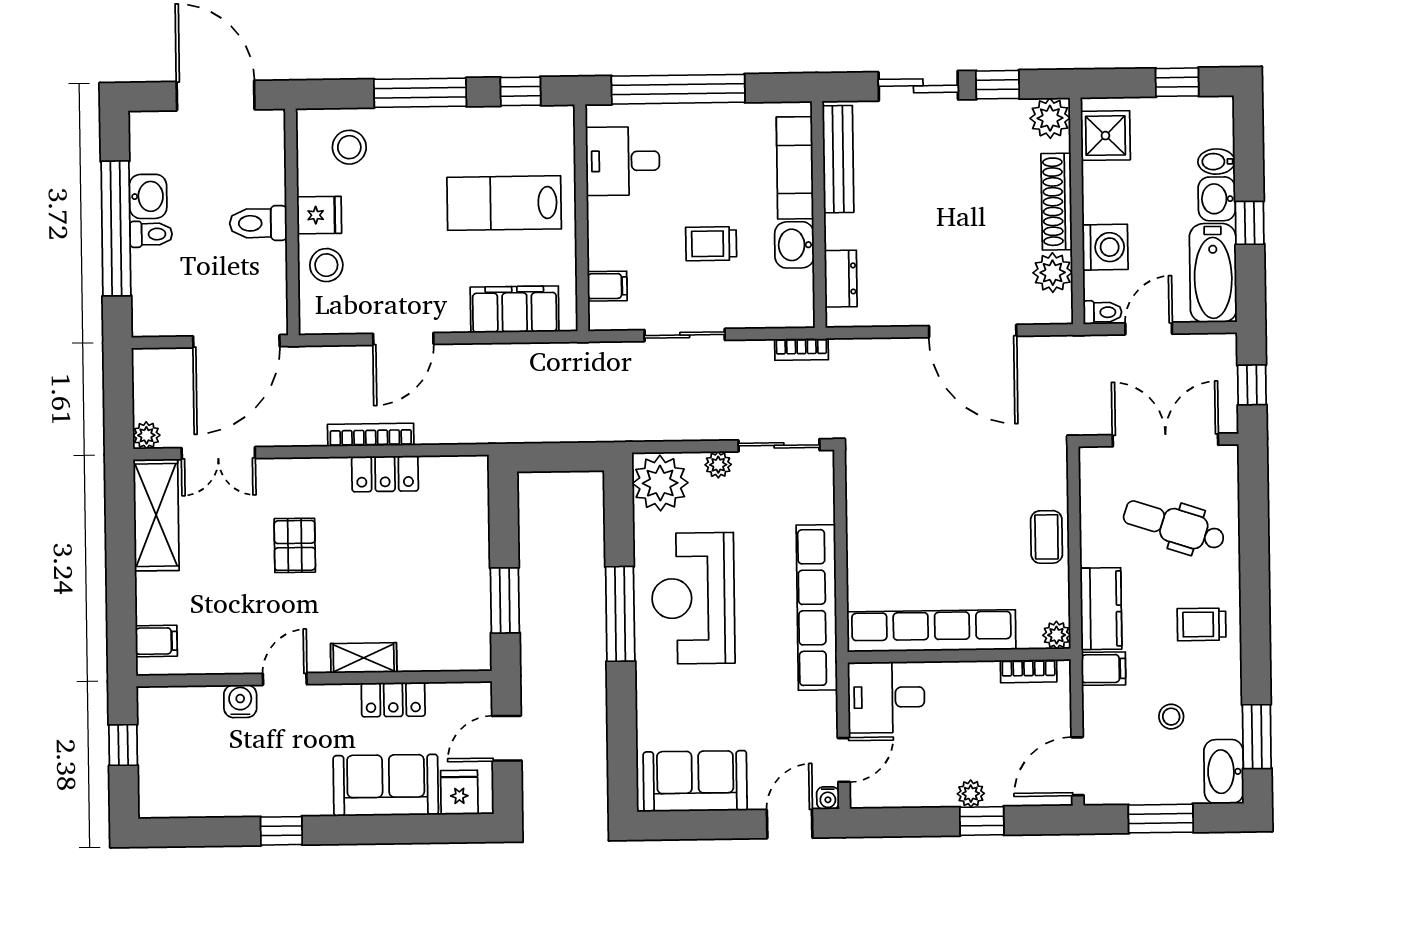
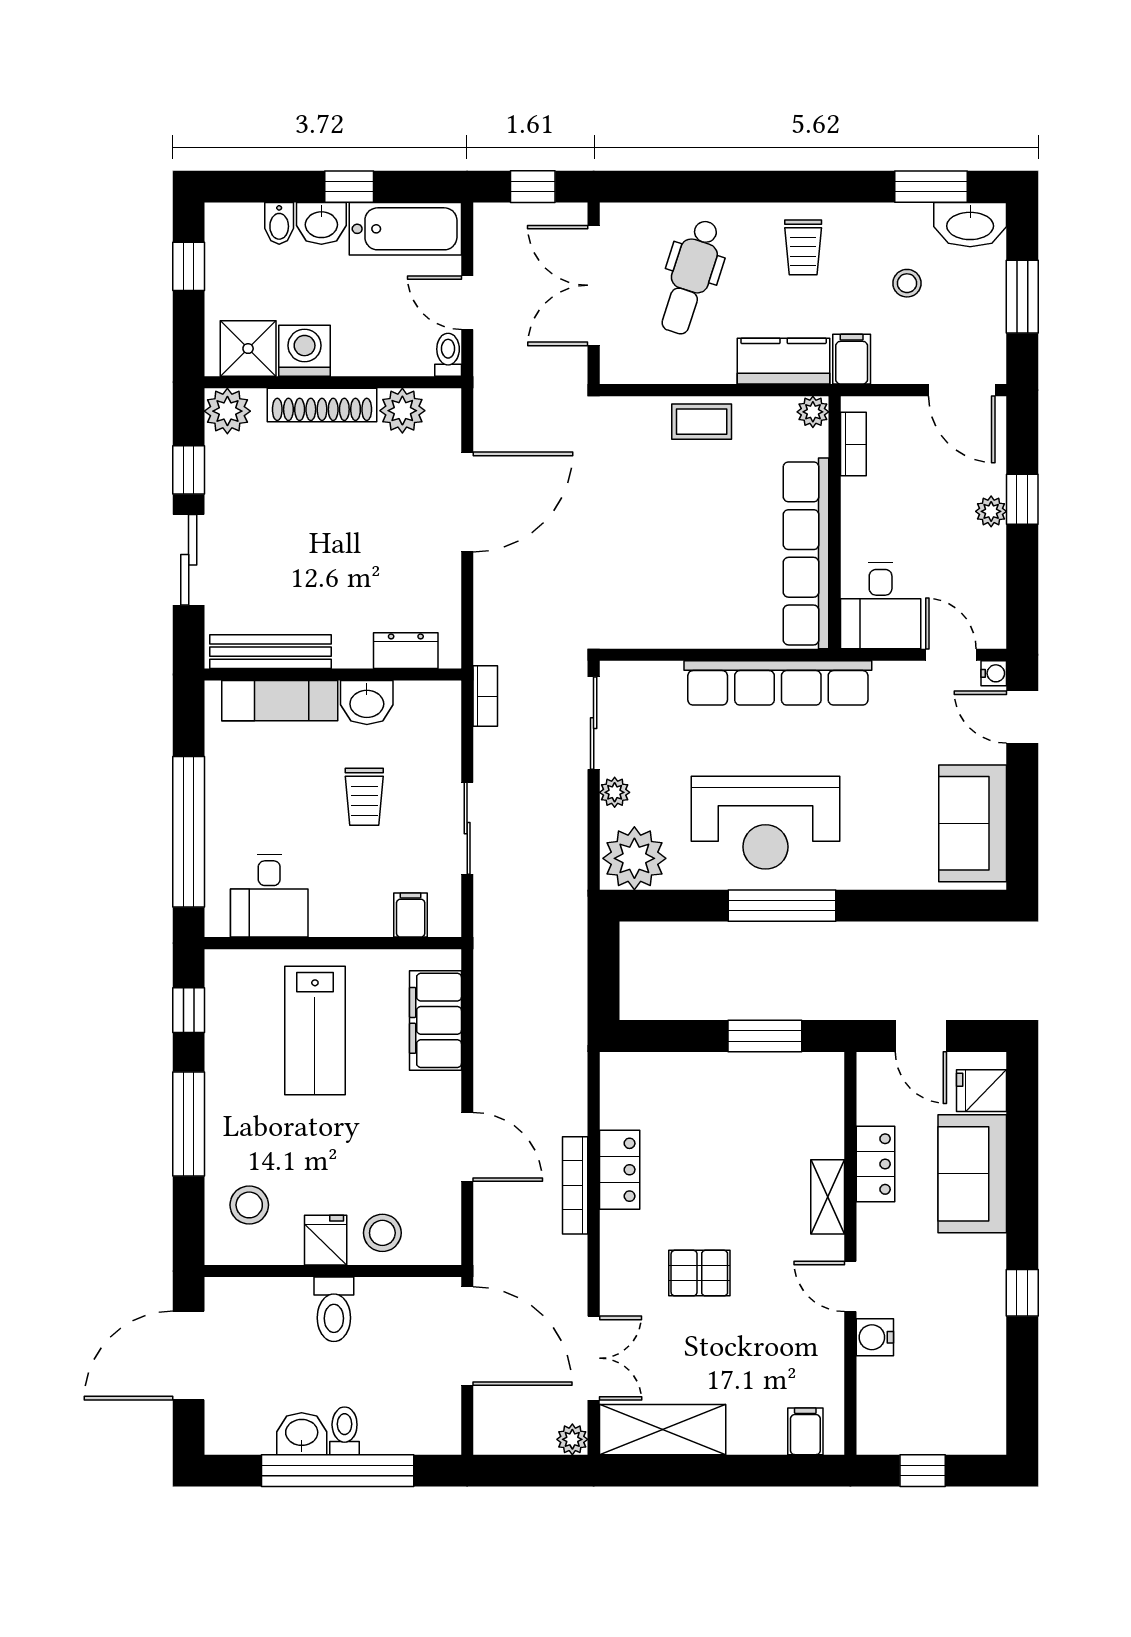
washing machine: (1105, 247) -> (305, 351), moved

